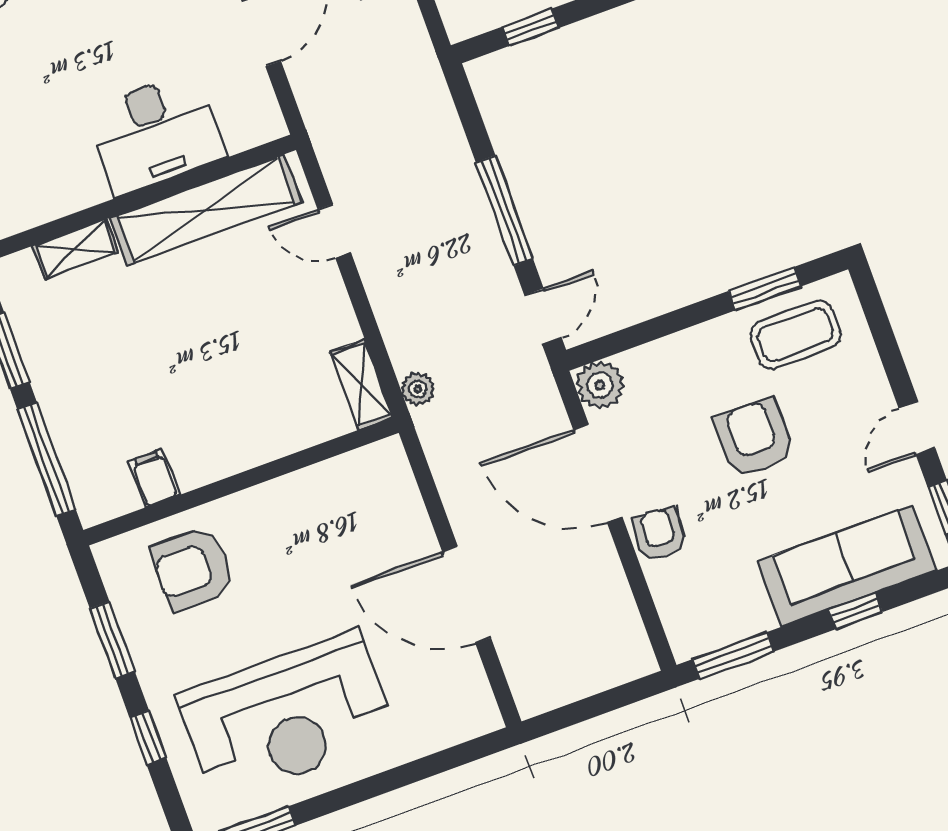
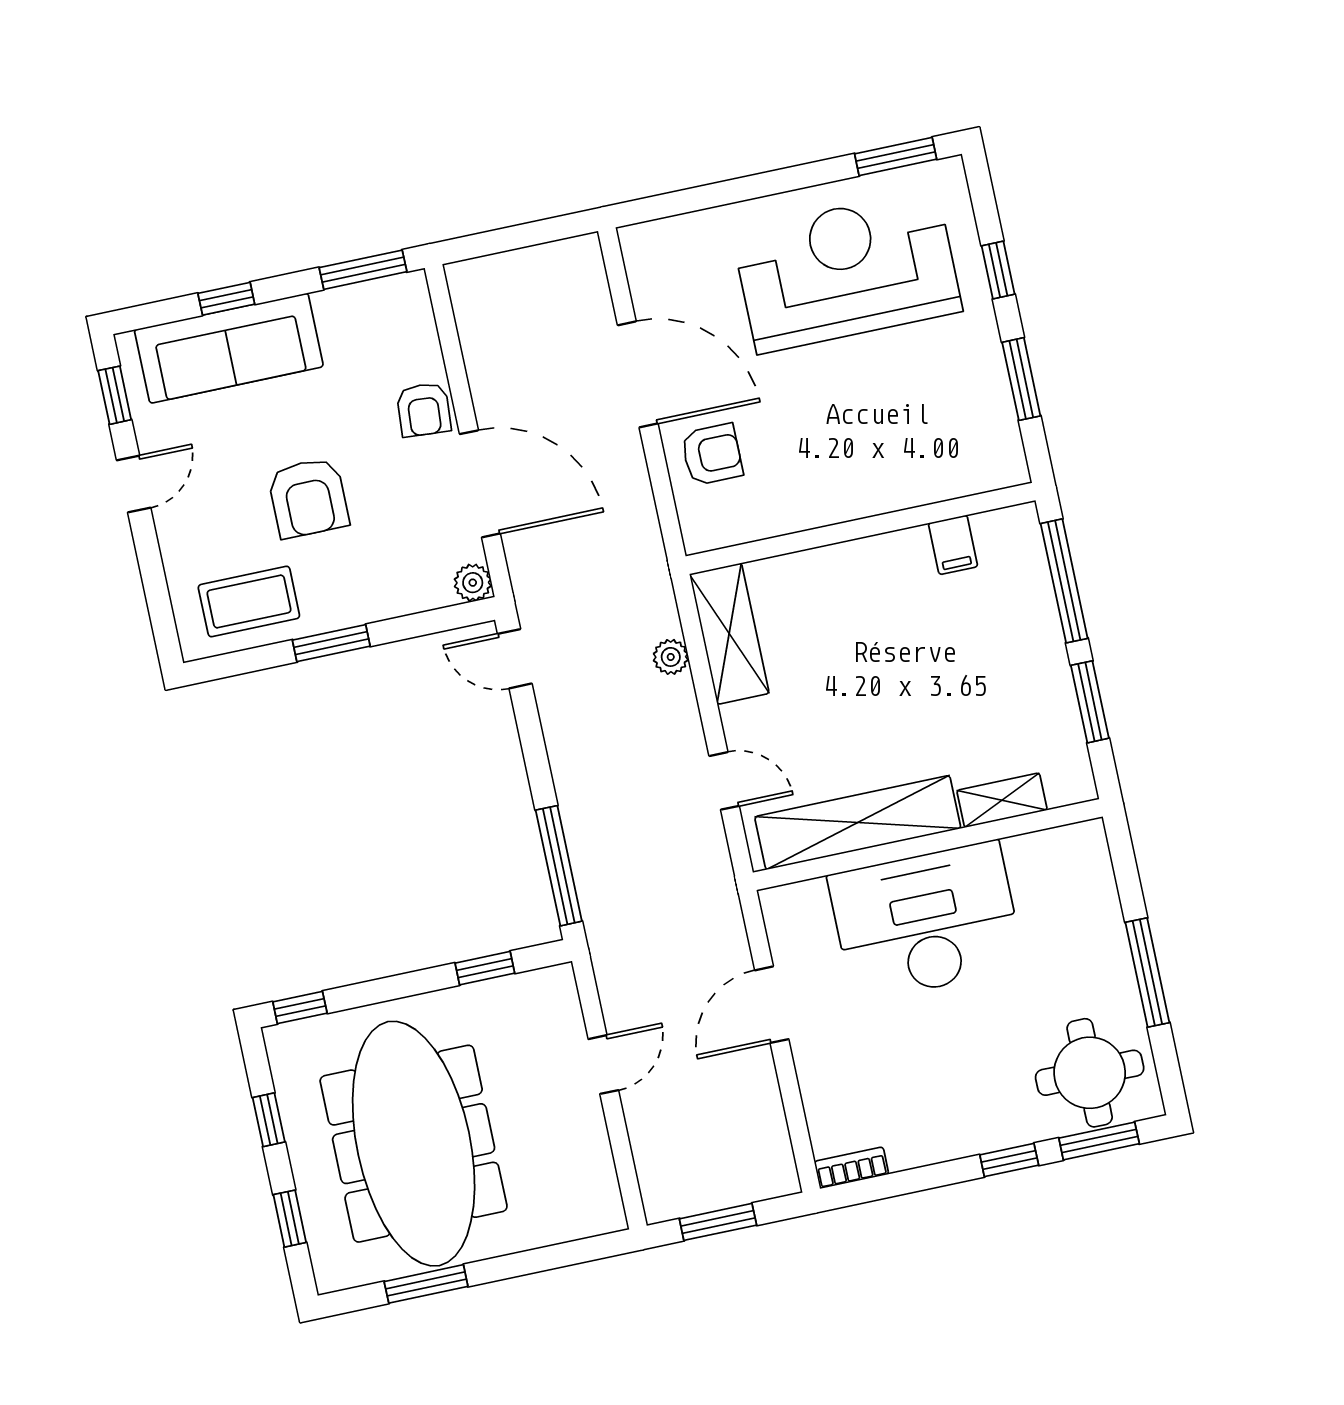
desk: (155, 133) -> (926, 922), width x1.36, depth x1.30
window: (504, 211) -> (559, 866), moved
window: (765, 289) -> (331, 643), moved
door: (543, 316) -> (515, 659), hinge flipped
shelving: (361, 385) -> (729, 634), width x1.50, depth x1.33
plant: (600, 385) -> (473, 583), width x0.73, depth x0.73
plant: (418, 389) -> (671, 657), moved
armchair: (193, 568) -> (712, 454), moved, width x0.72, depth x0.72

